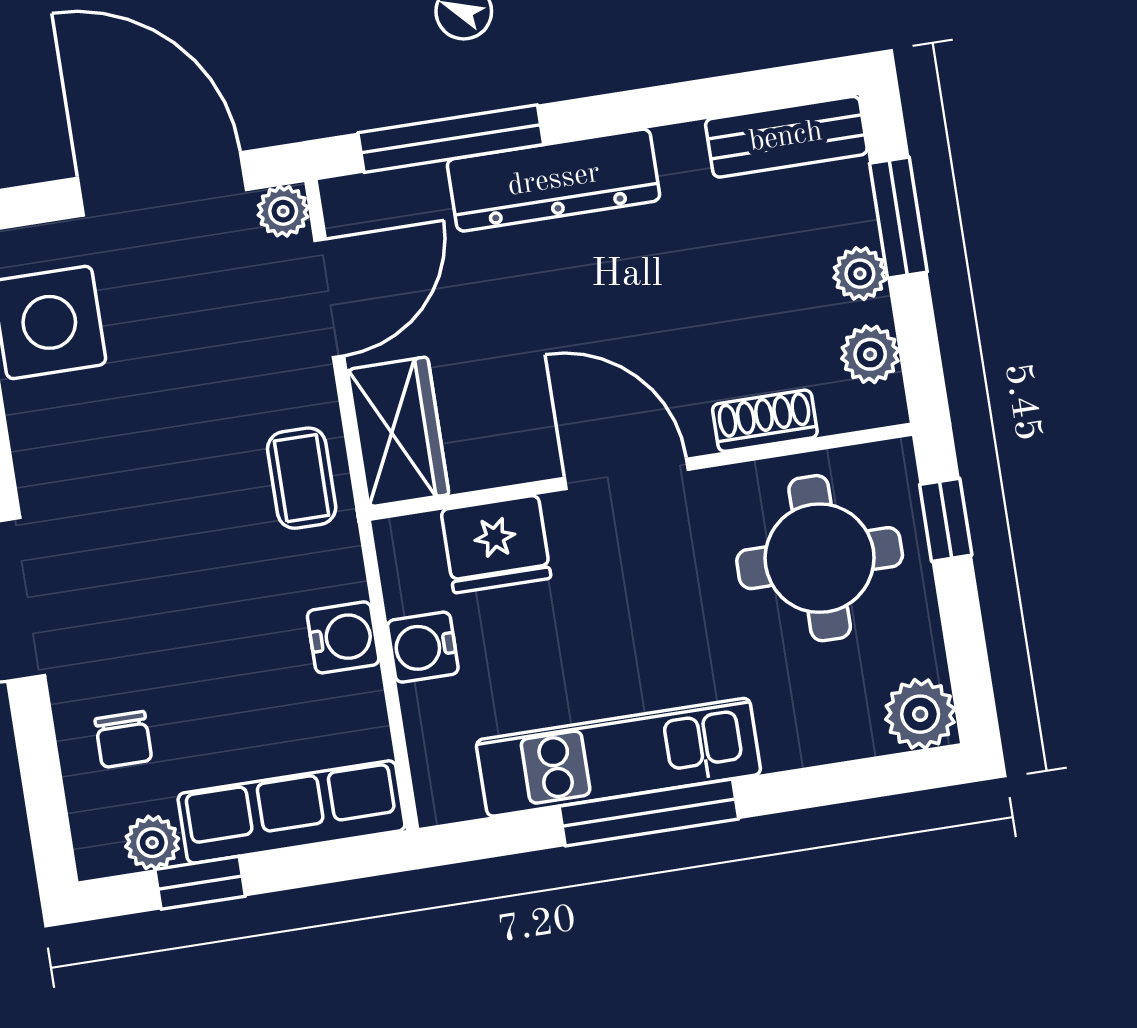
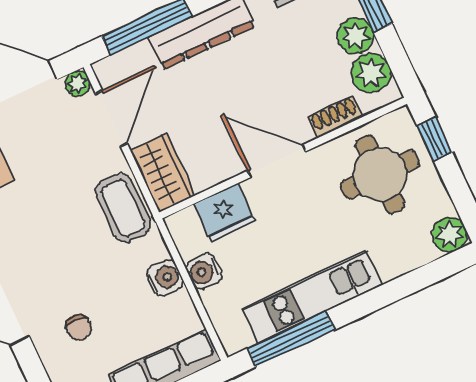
plant: (860, 274) -> (356, 36), width x1.38, depth x1.38
plant: (870, 354) -> (371, 73), width x1.38, depth x1.38
coffee table: (302, 478) -> (123, 208), width x1.36, depth x1.30
chair: (123, 740) -> (79, 327), moved
window: (649, 813) -> (291, 339), moved

